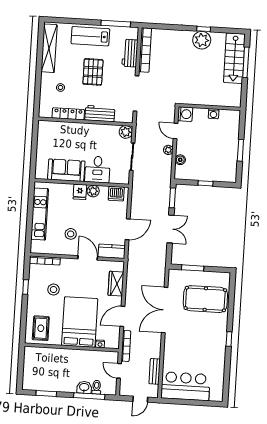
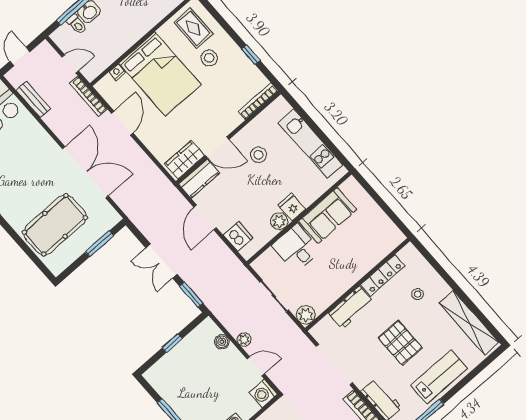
dishwasher: (116, 194) -> (238, 236), moved, turned 90
wardrobe: (116, 284) -> (185, 160), moved, turned -90
stool: (54, 290) -> (209, 58), moved

